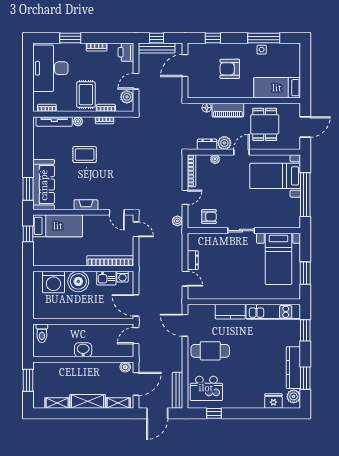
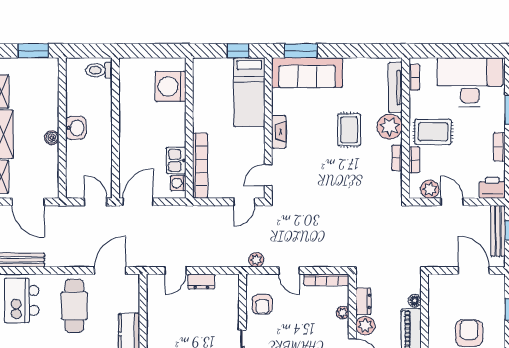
plant: (78, 121) -> (390, 127), width x1.88, depth x1.88
boiler: (78, 281) -> (171, 121), removed
boiler: (125, 367) -> (52, 138), moved

